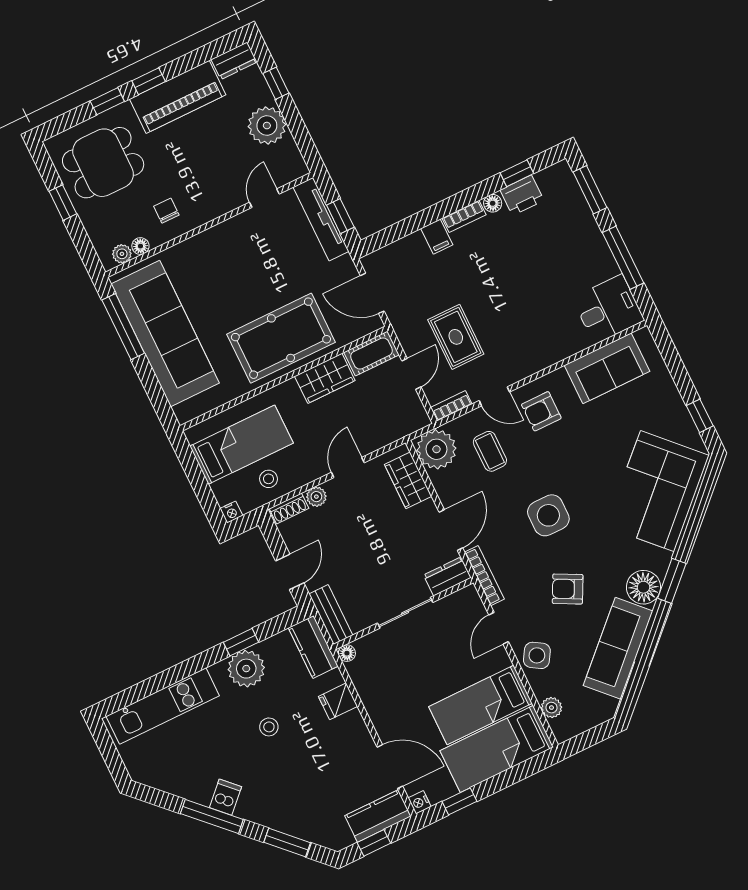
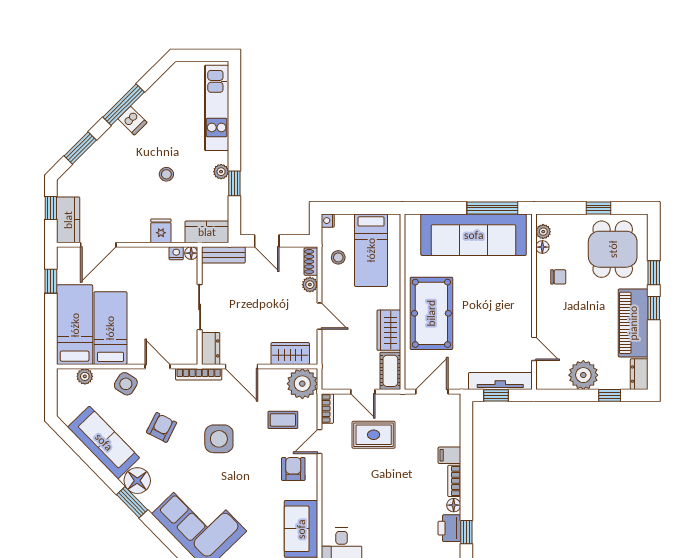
plant: (246, 669) -> (221, 172), width x0.53, depth x0.53
nightstand: (420, 802) -> (176, 253), moved

